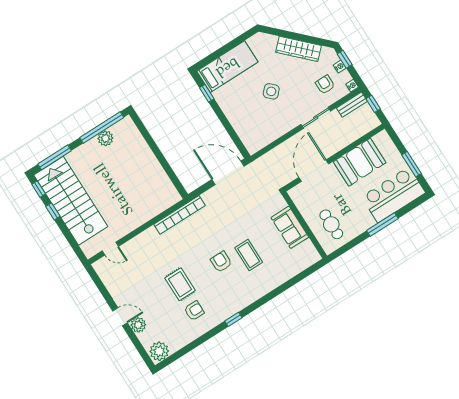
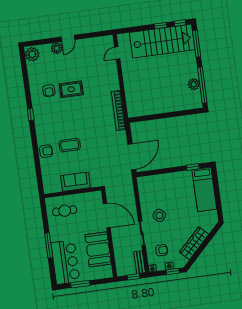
side table: (271, 91) -> (159, 215), moved
armchair: (221, 262) -> (46, 151), moved

